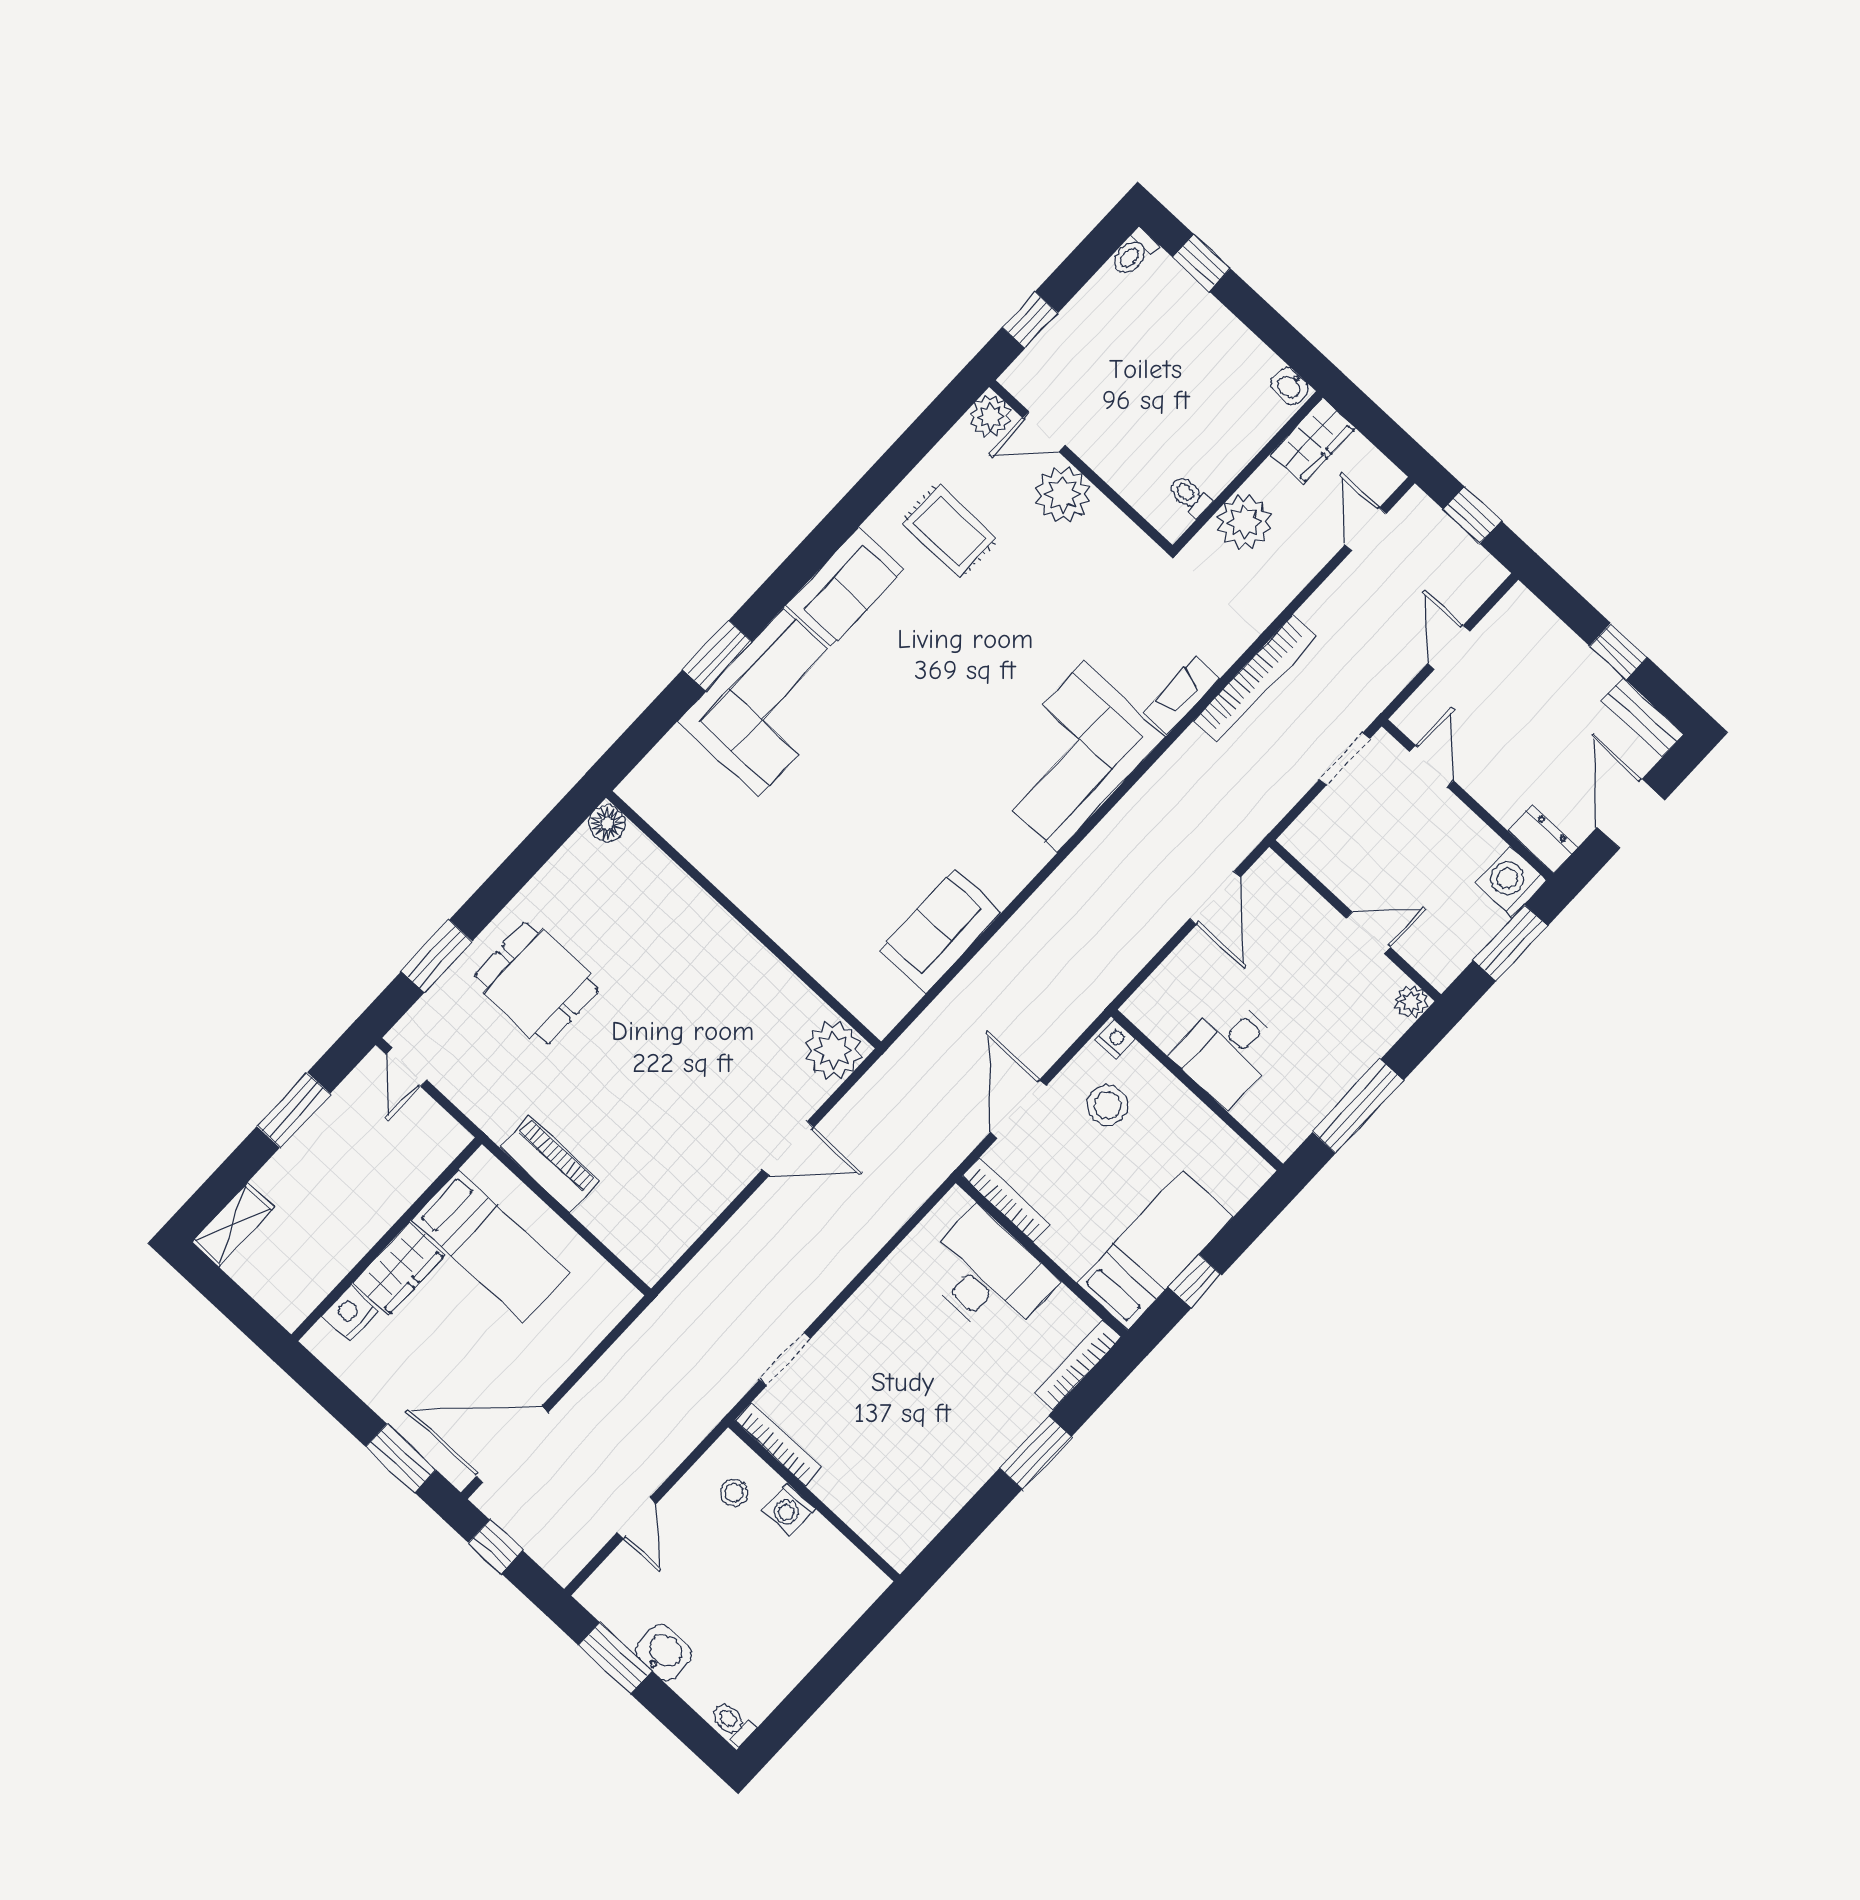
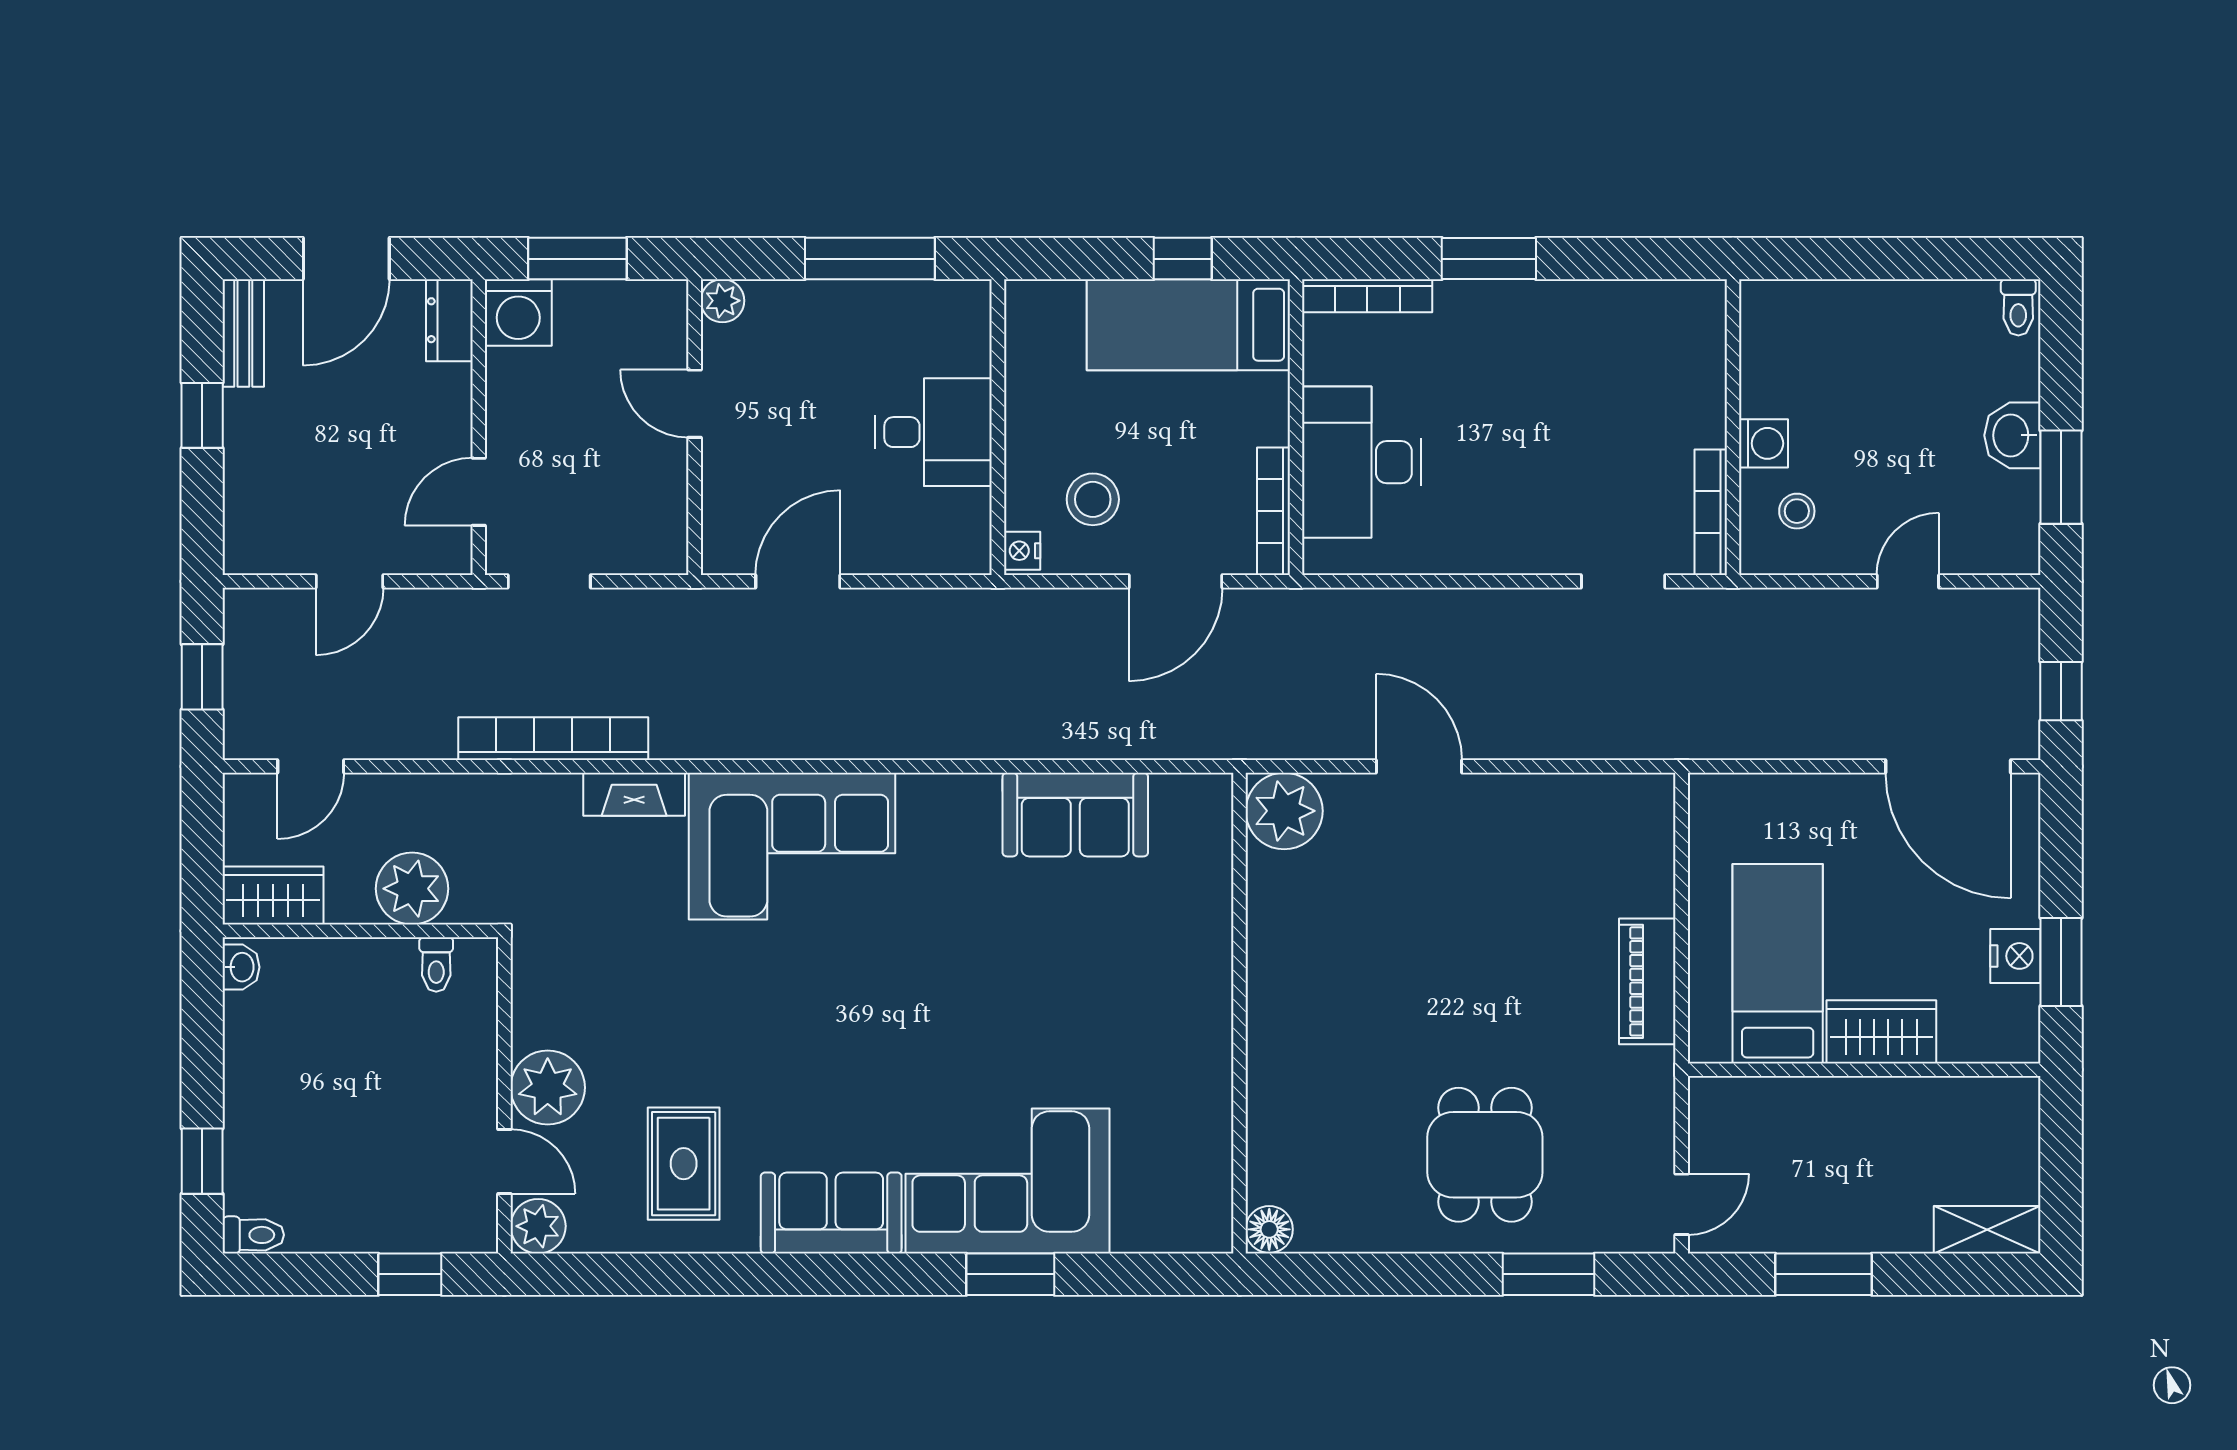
nightstand: (350, 1313) -> (2015, 956), moved, turned -90
window: (401, 1458) -> (2061, 962), moved

